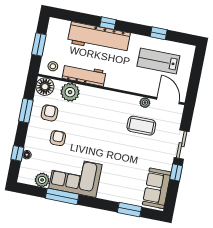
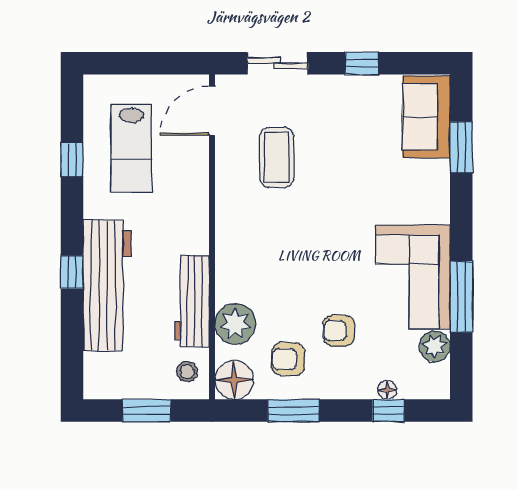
plant: (145, 103) -> (226, 159), removed
sliding door: (182, 145) -> (278, 63), moved
sofa: (157, 188) -> (426, 117), moved, turned 90

